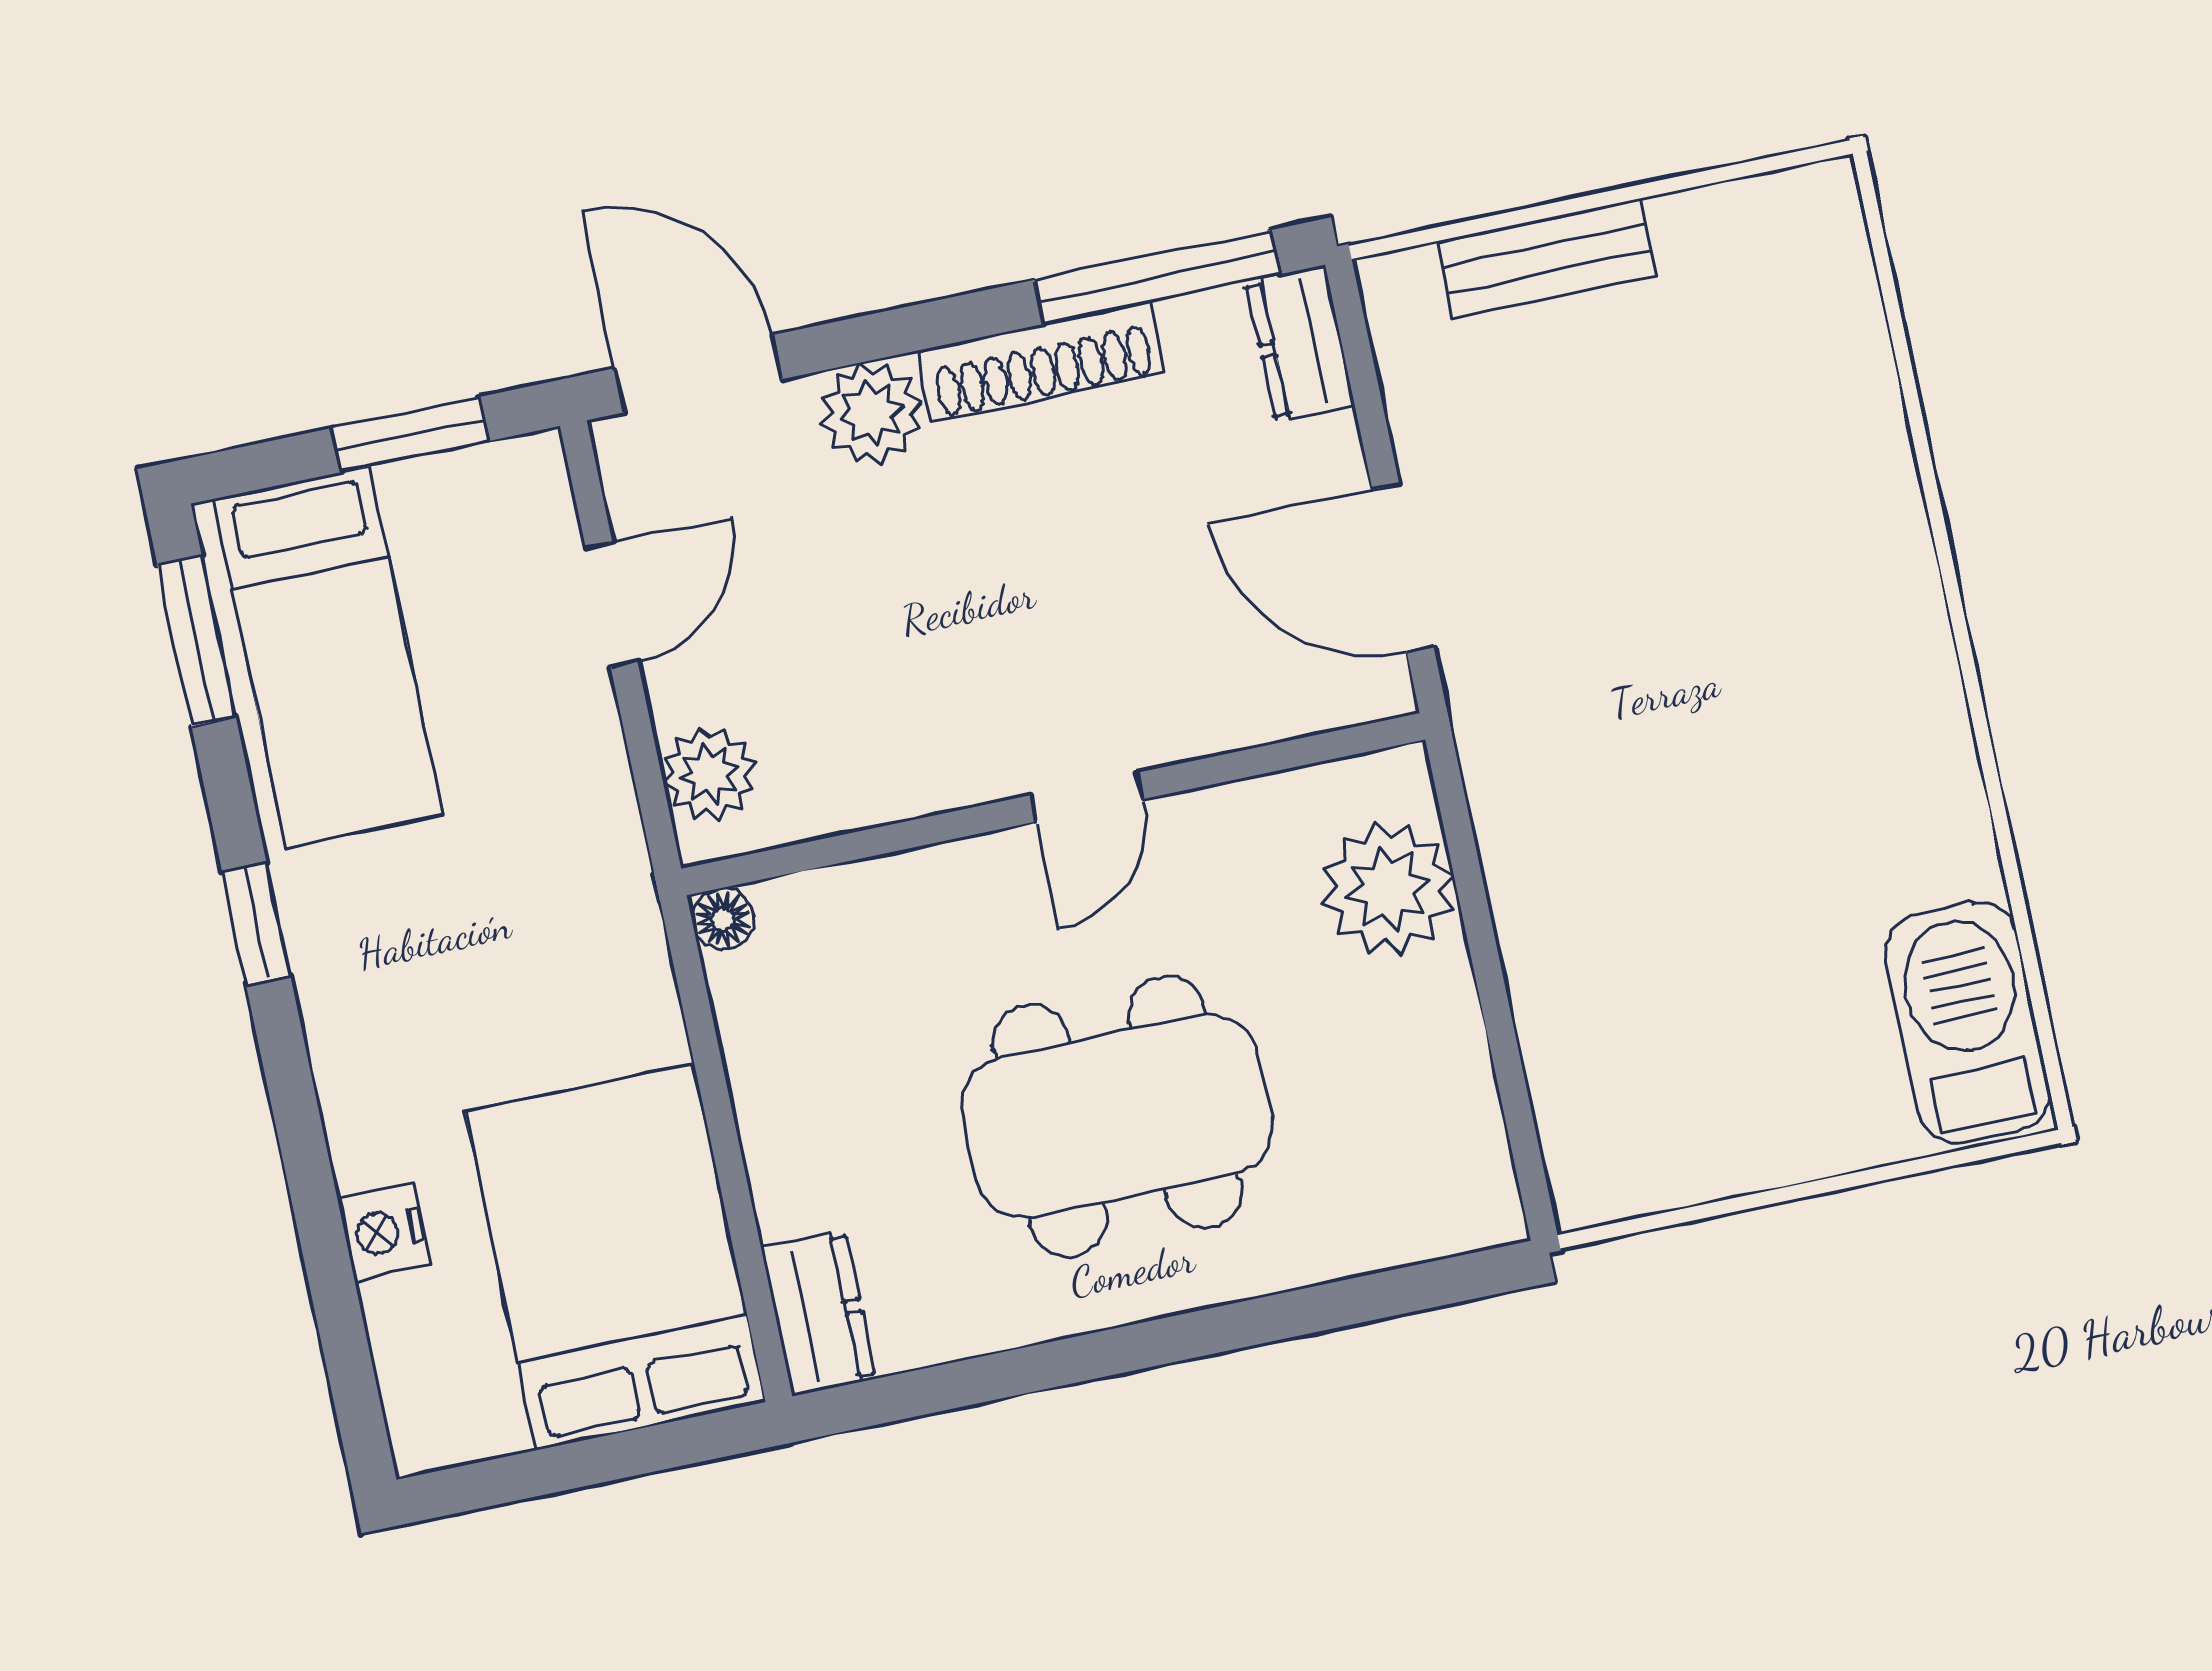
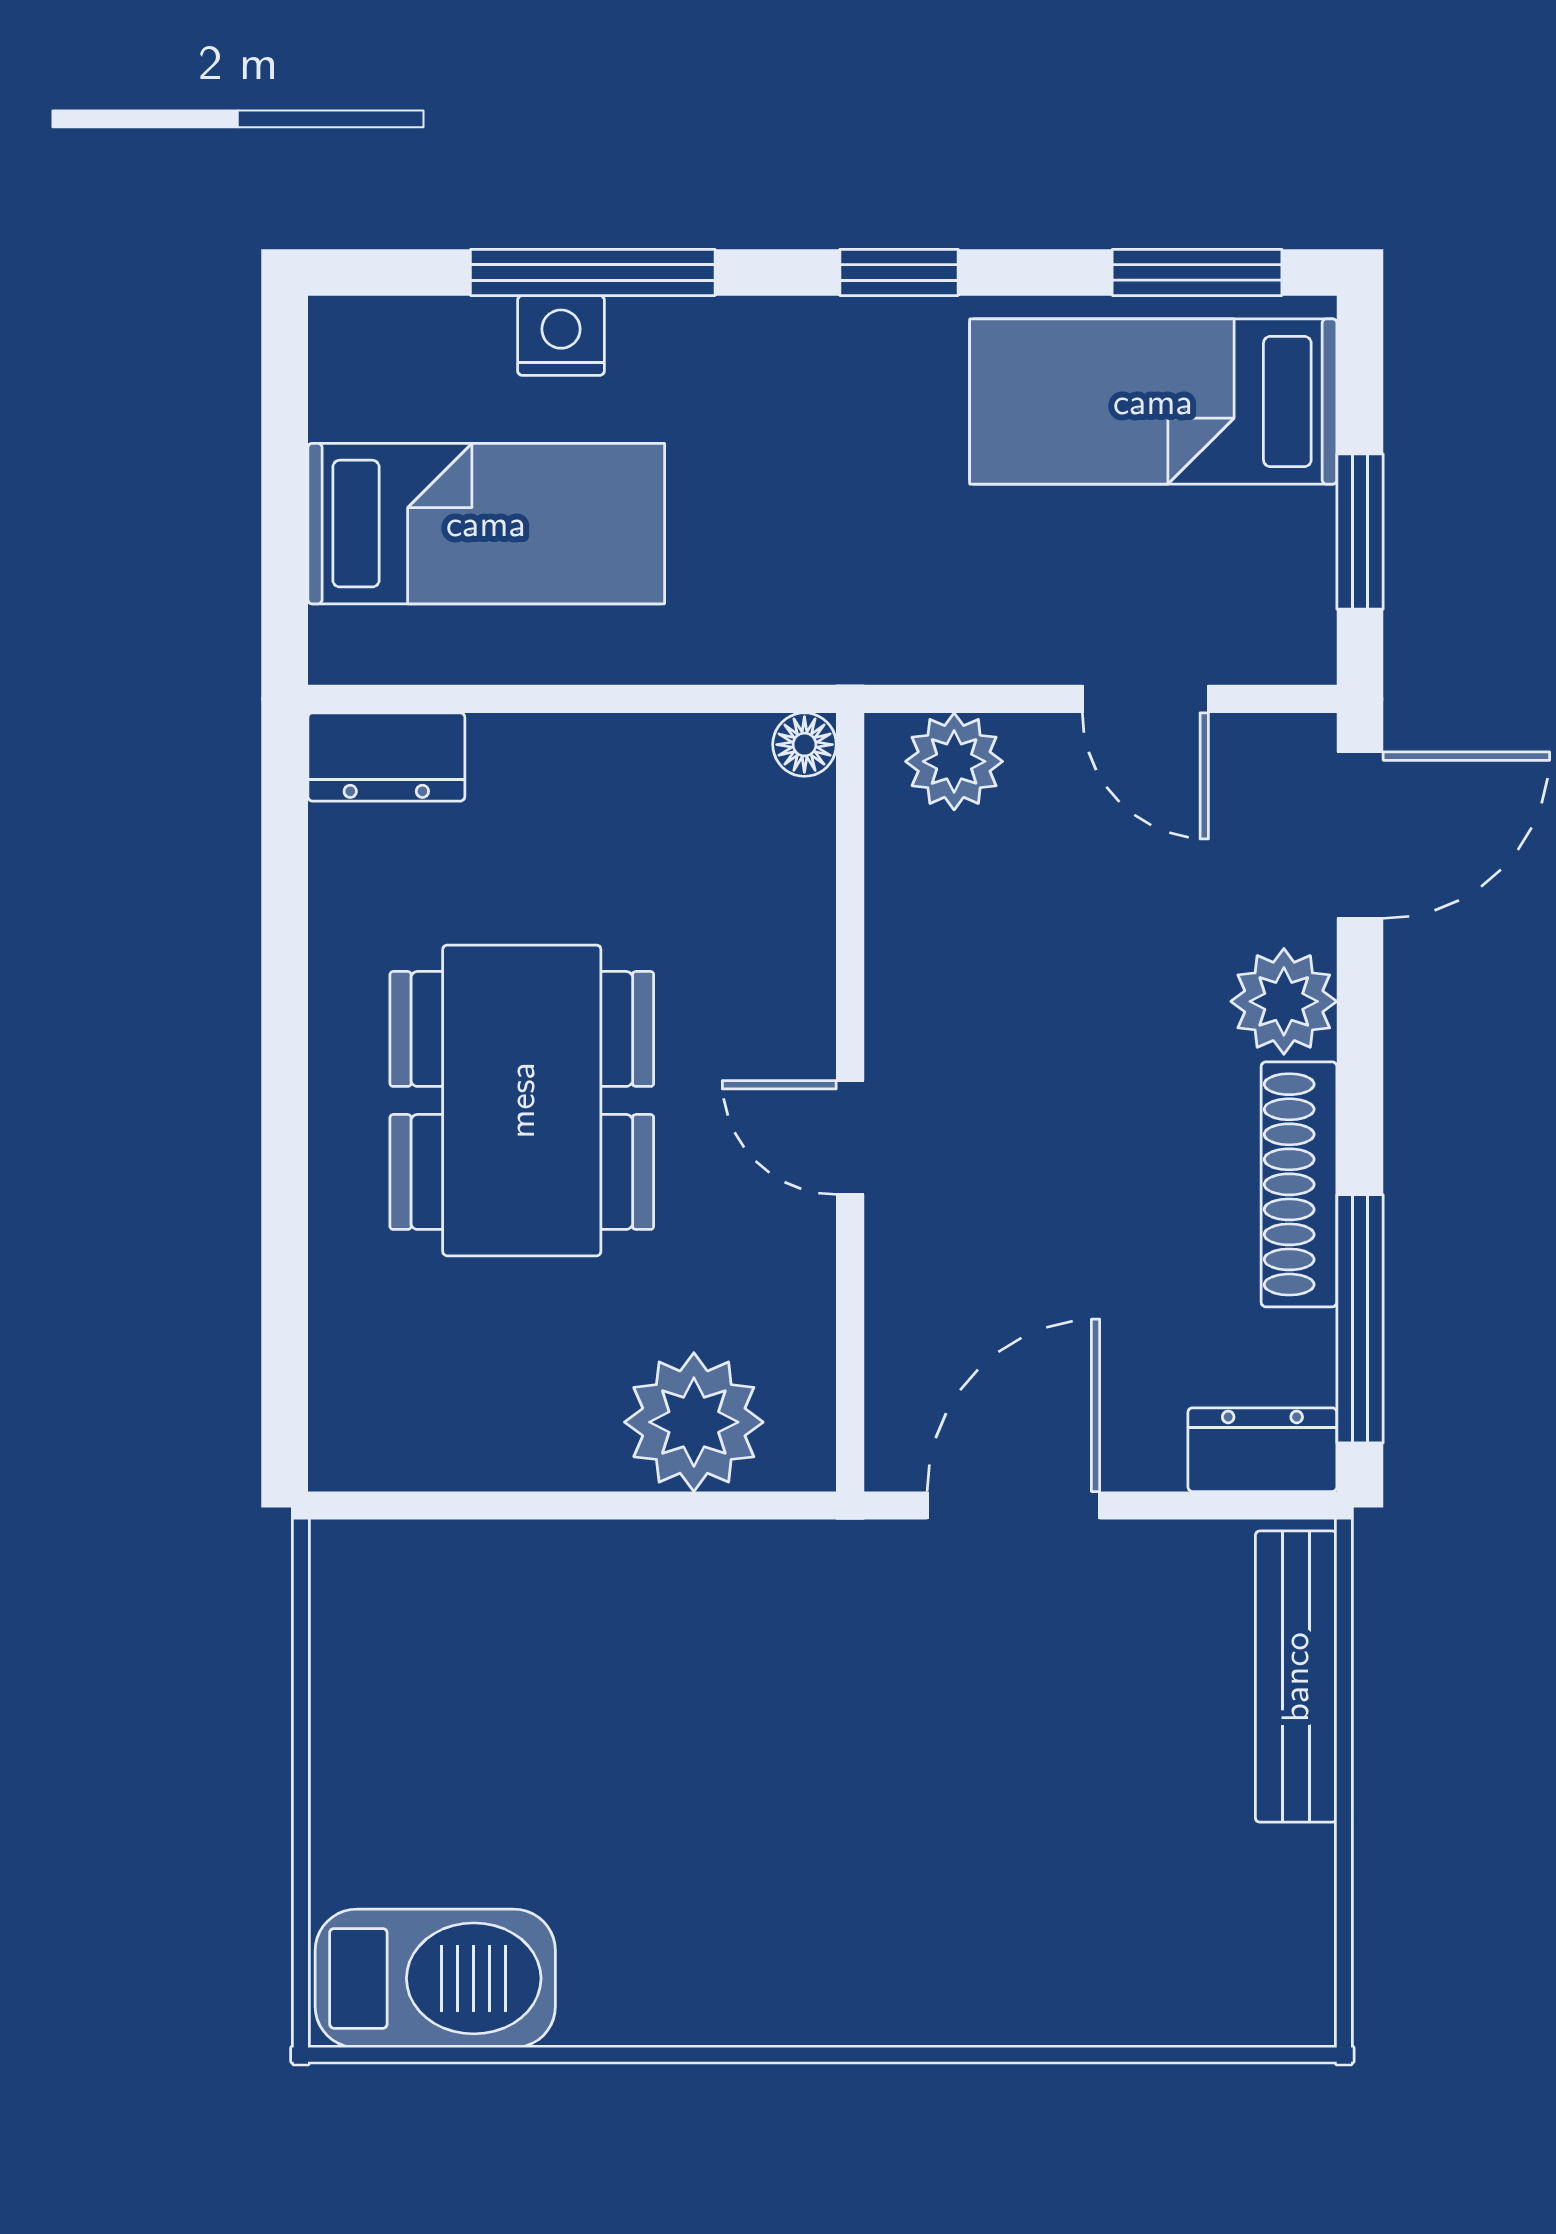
bench: (1546, 259) -> (1296, 1677), width x1.36
window: (317, 1214) -> (593, 272), added
bed: (615, 1257) -> (486, 524), width x0.67

